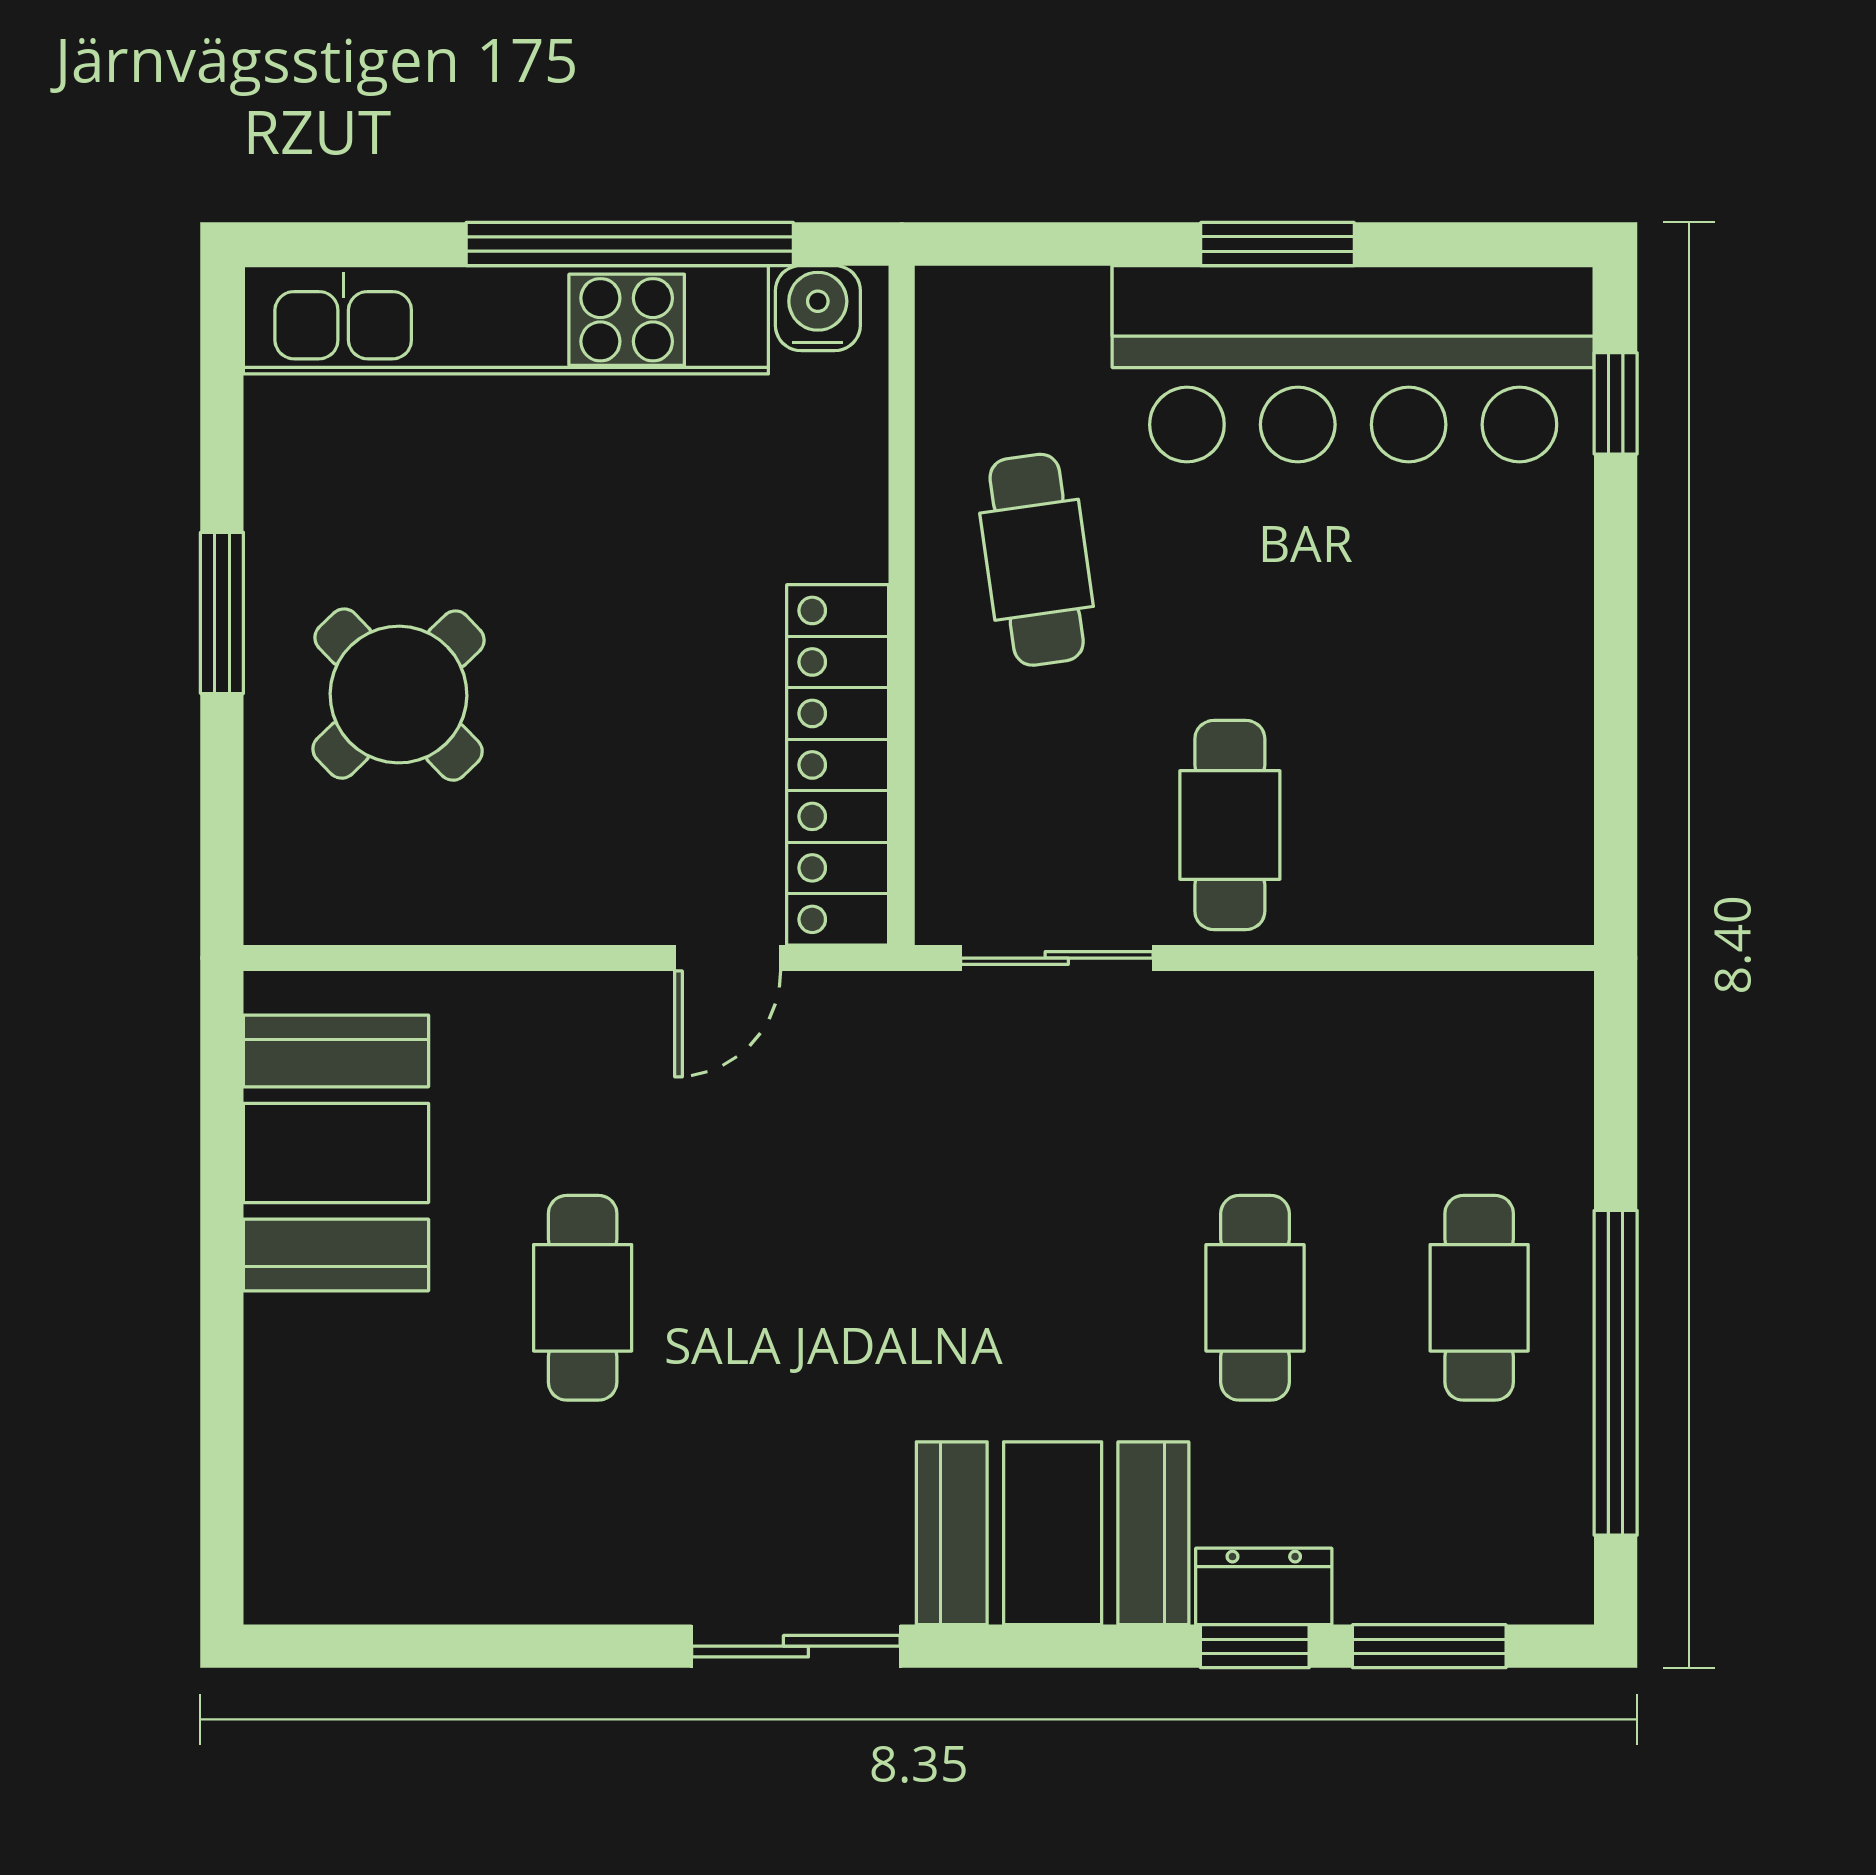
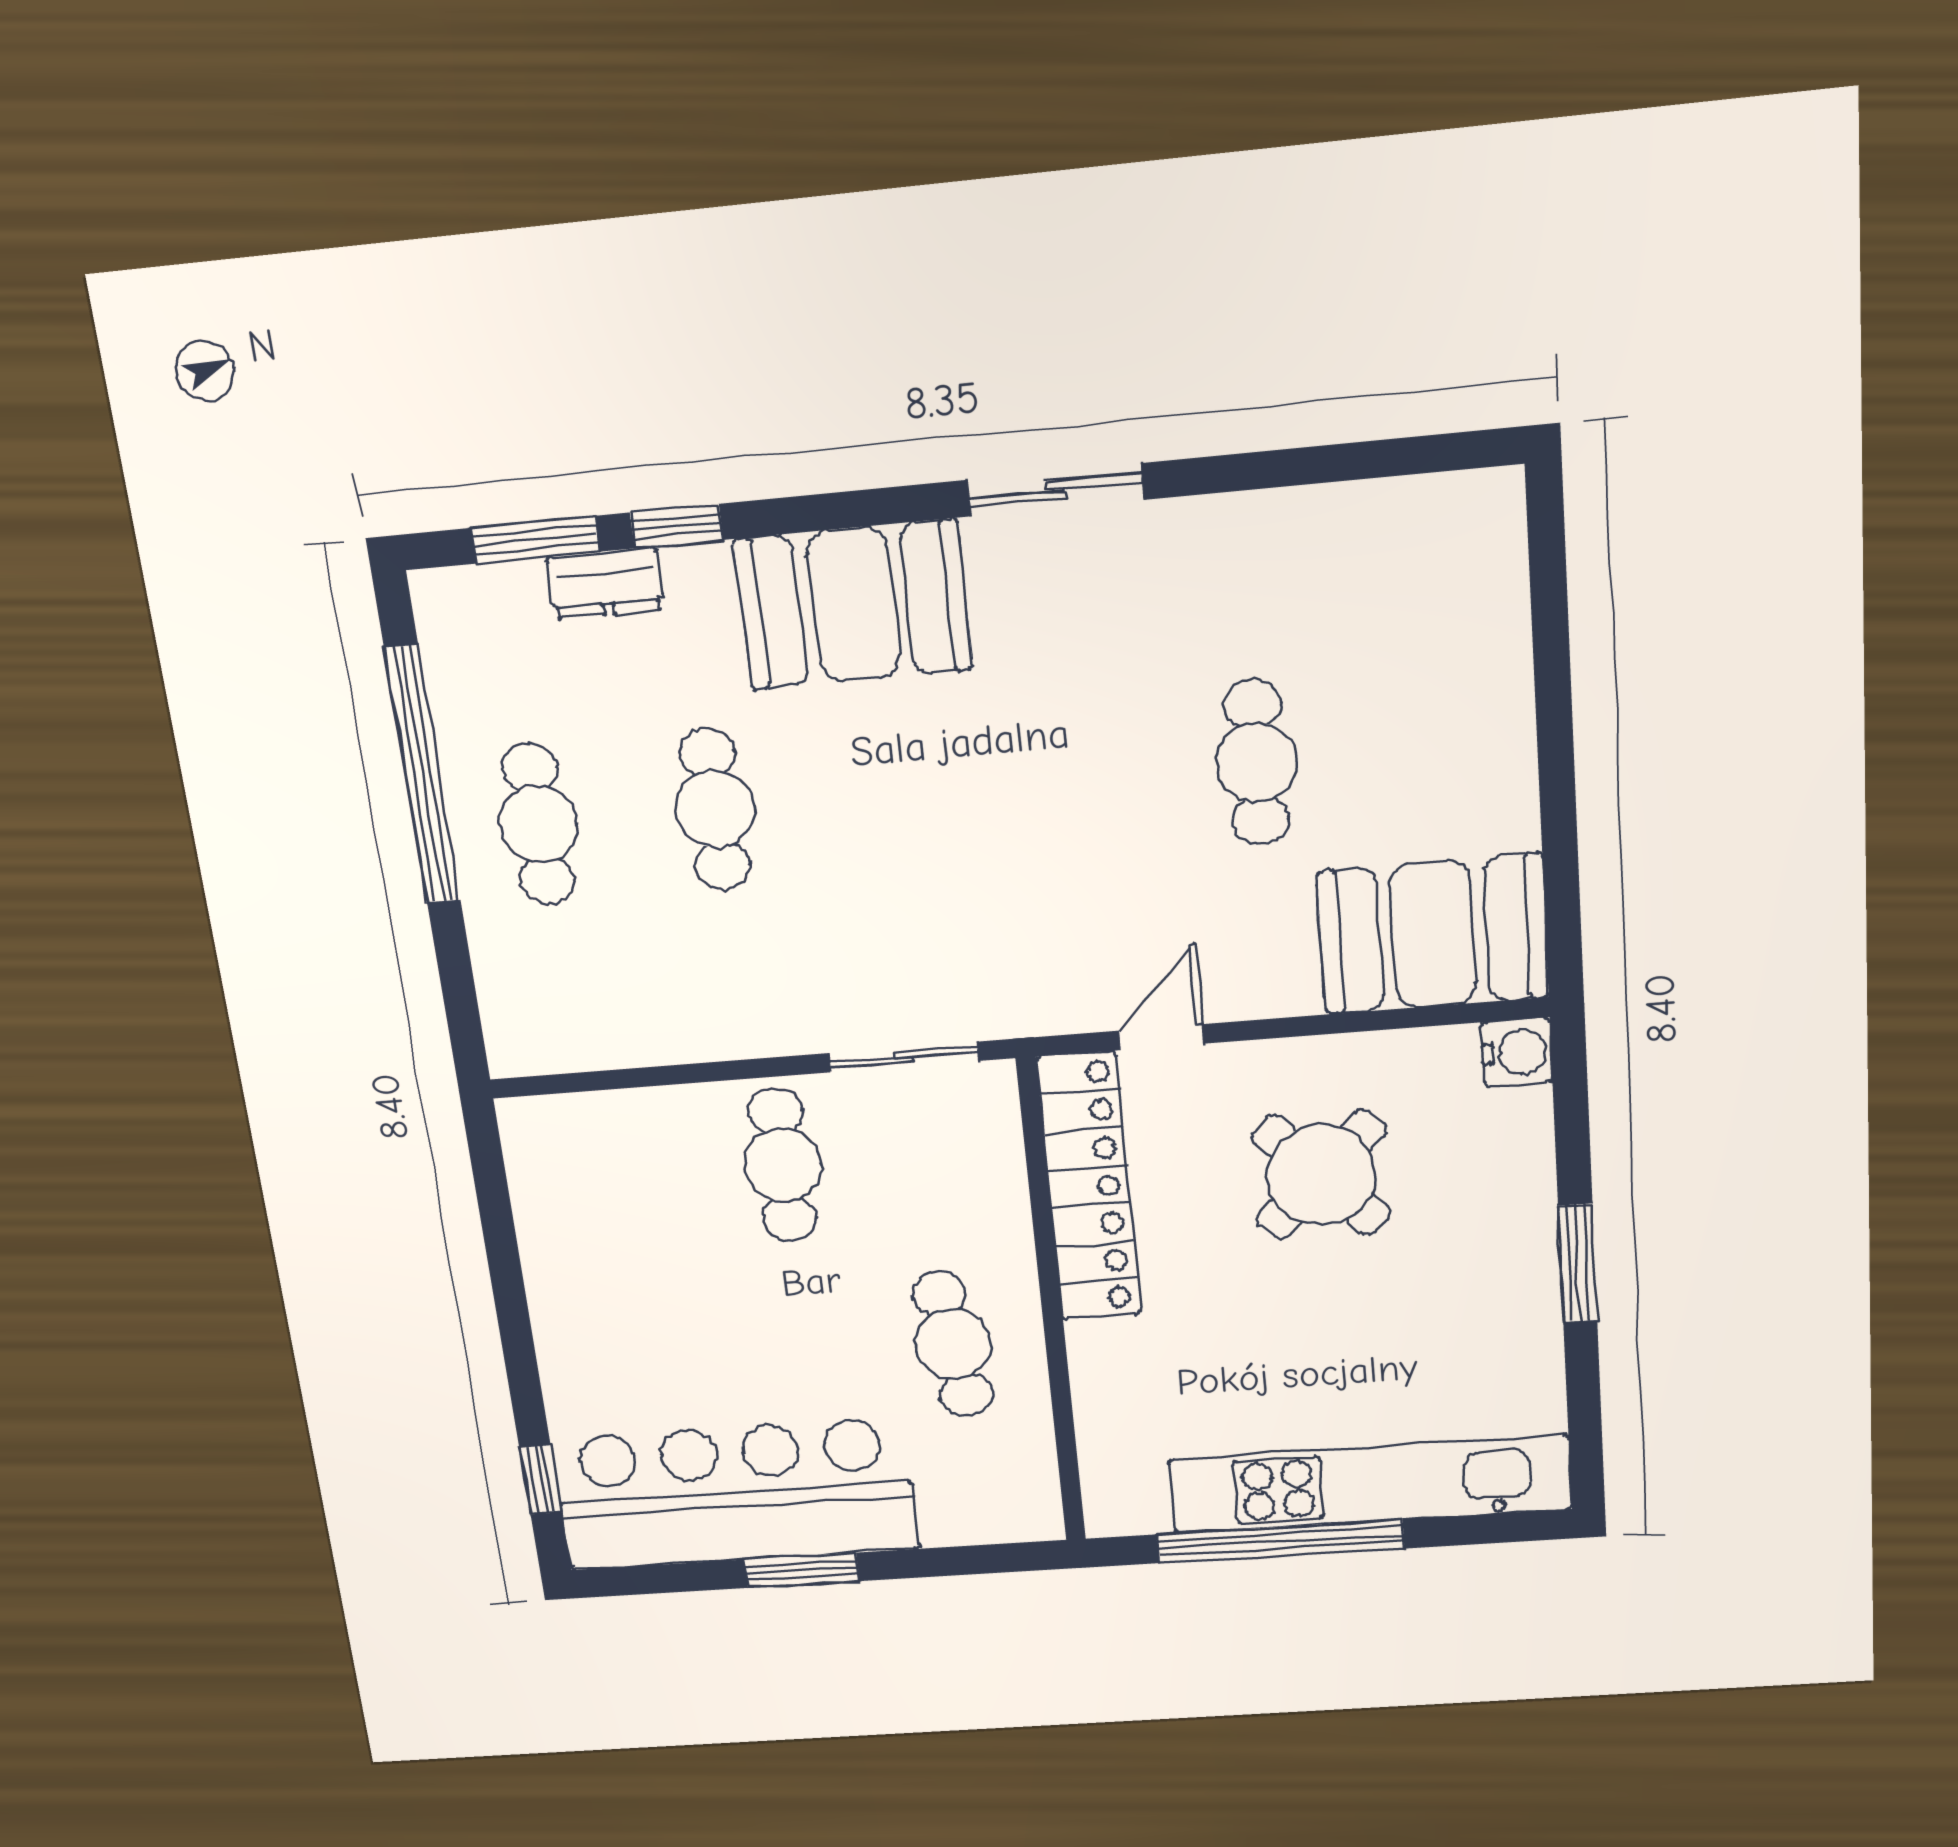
water cooler: (818, 308) -> (1517, 1052), moved, turned -90
round table: (399, 695) -> (1321, 1175), moved
booth: (336, 1153) -> (1433, 934), moved, turned 90
dresser: (1264, 1586) -> (605, 583), moved

